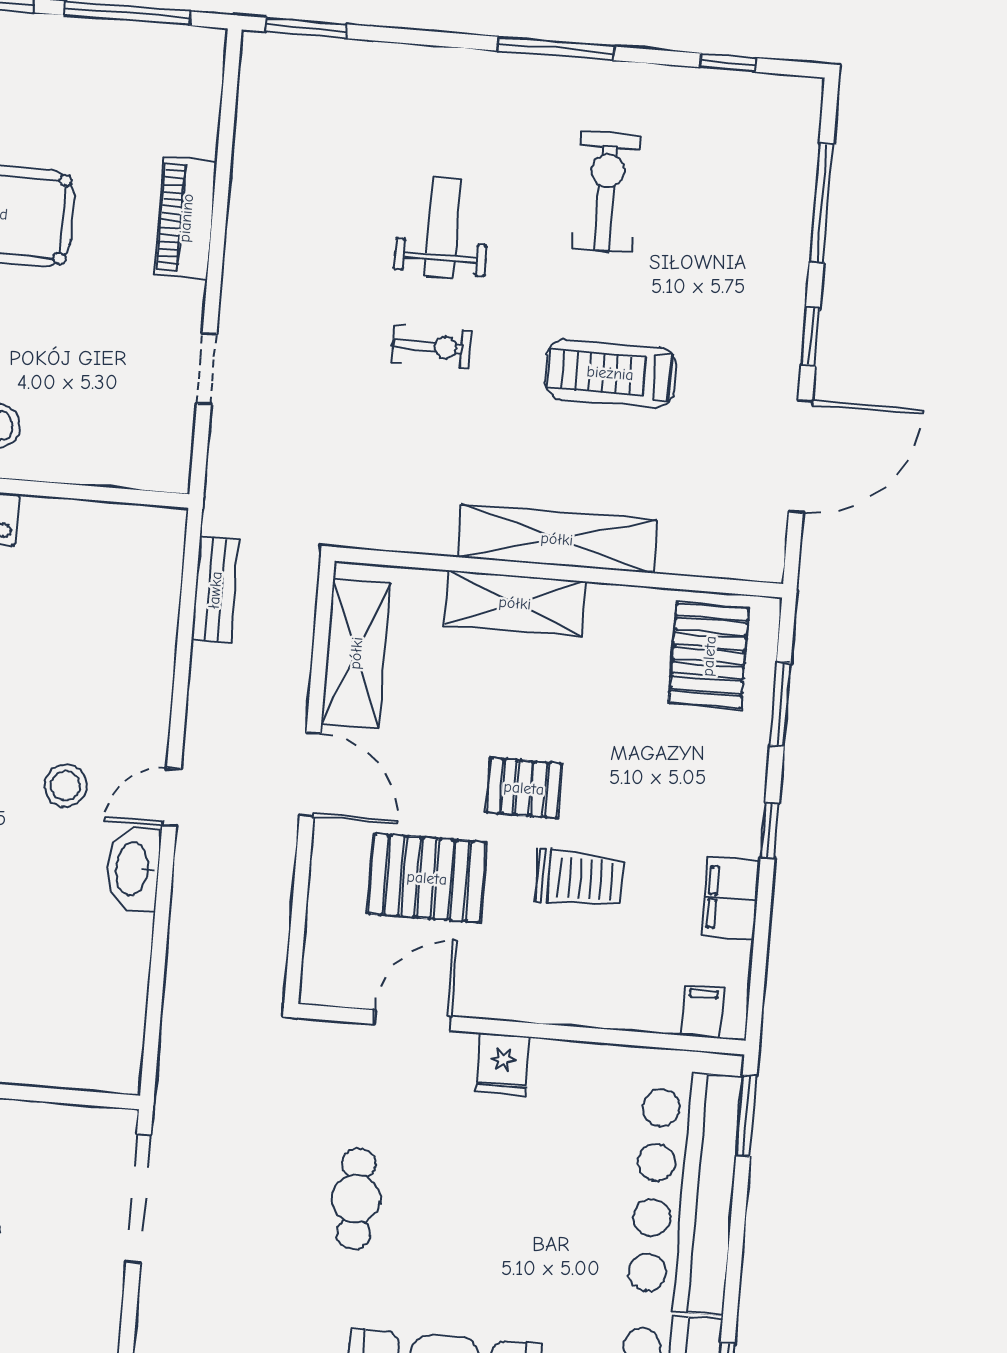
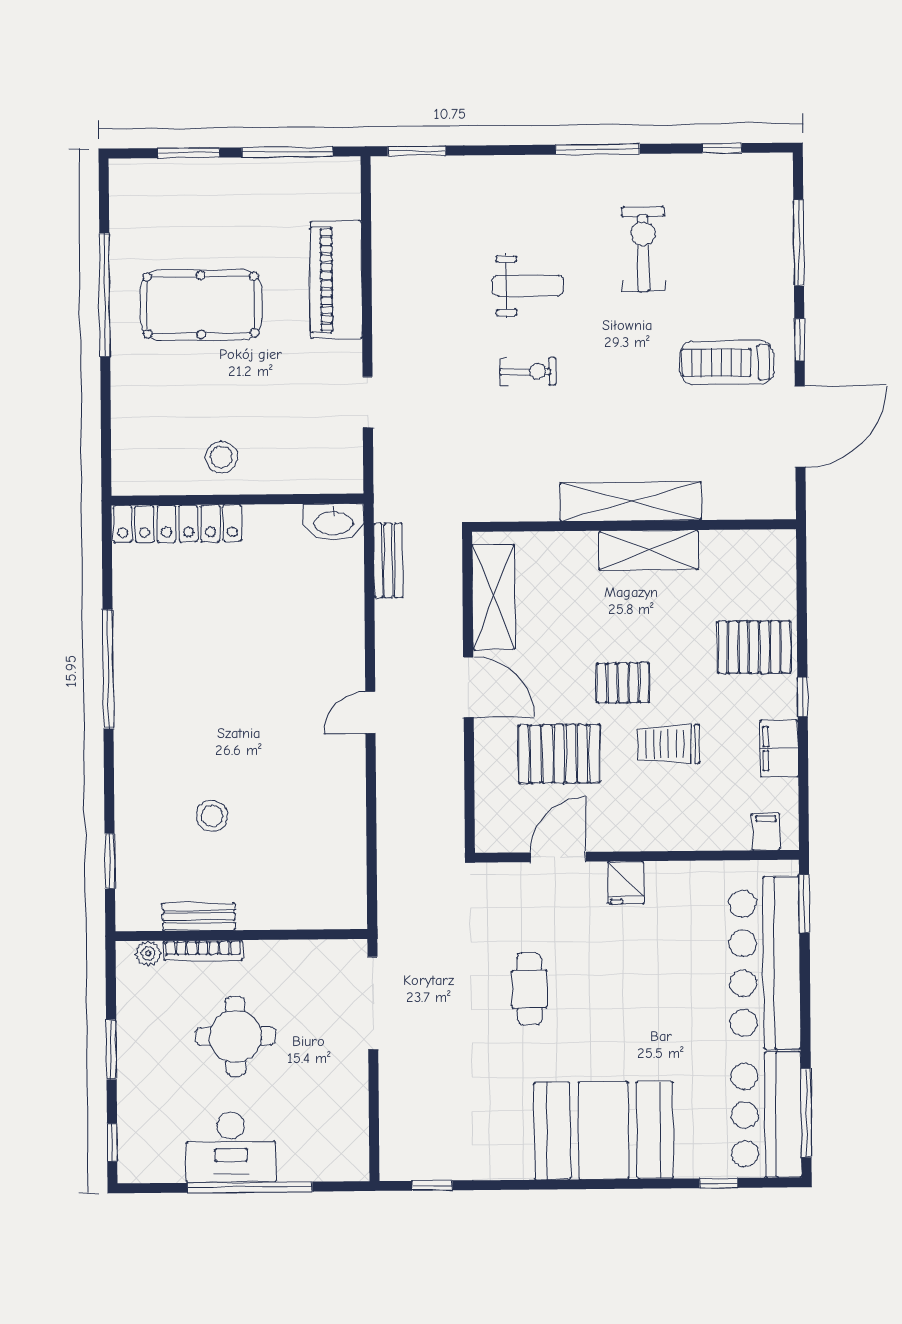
piano: (186, 218) -> (336, 280), width x1.37, depth x1.33
weight bench: (443, 228) -> (528, 285), turned 90
treadmill: (610, 373) -> (727, 362), moved
shelving: (515, 603) -> (649, 550), moved
pallet: (709, 656) -> (754, 647), moved, turned 90
window: (780, 704) -> (802, 606), removed
stool: (65, 786) -> (293, 711), removed
washbasin: (133, 869) -> (334, 522), moved, turned -90
trolley: (579, 878) -> (669, 744), turned 180

